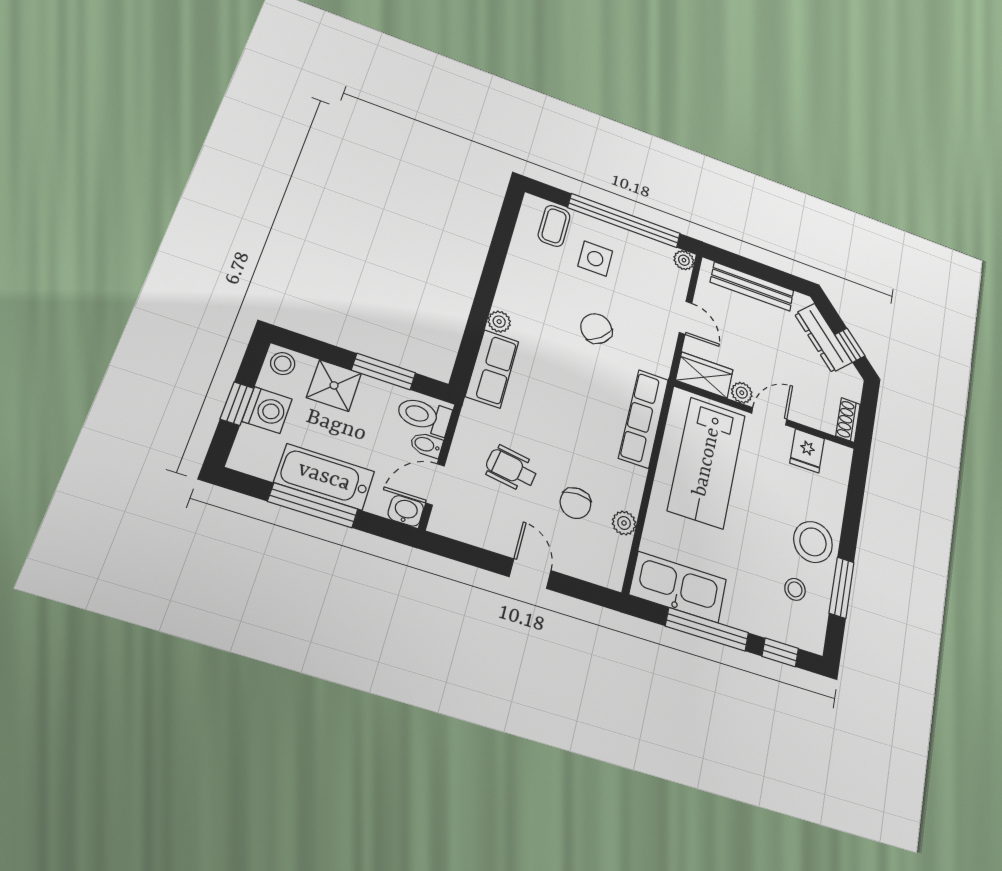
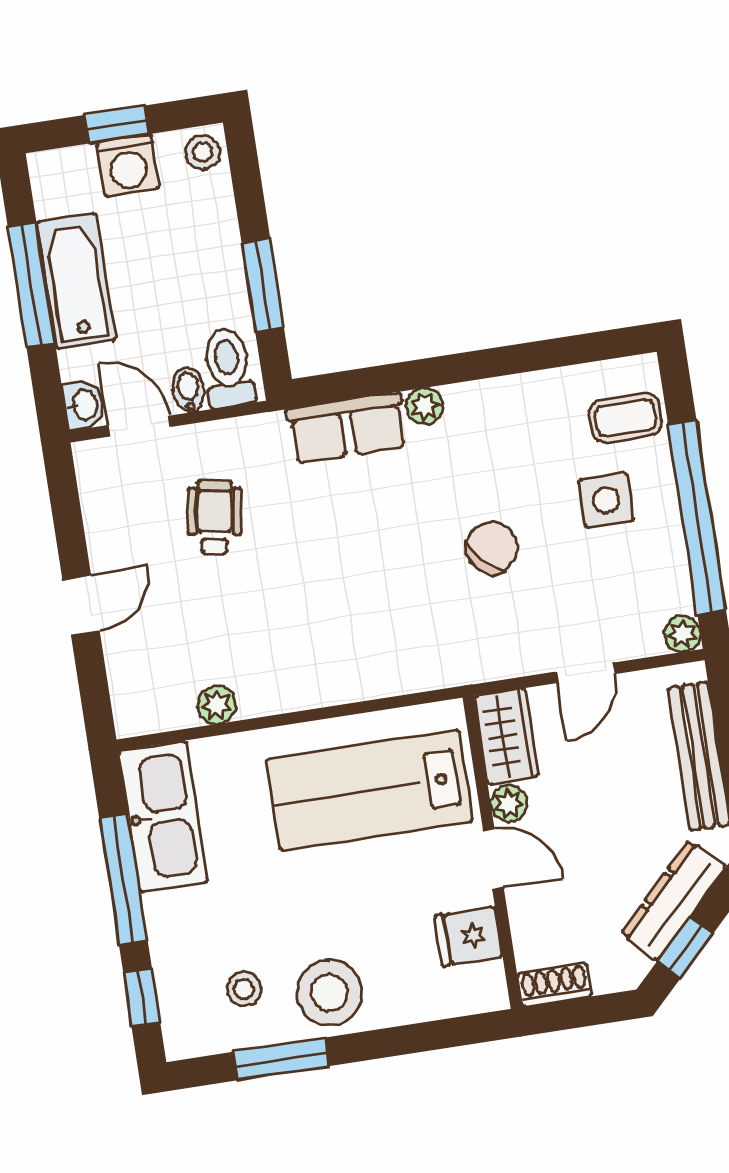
shower: (334, 385) -> (208, 232), removed
row of seats: (644, 419) -> (388, 672), removed
chair: (575, 503) -> (211, 626), removed

